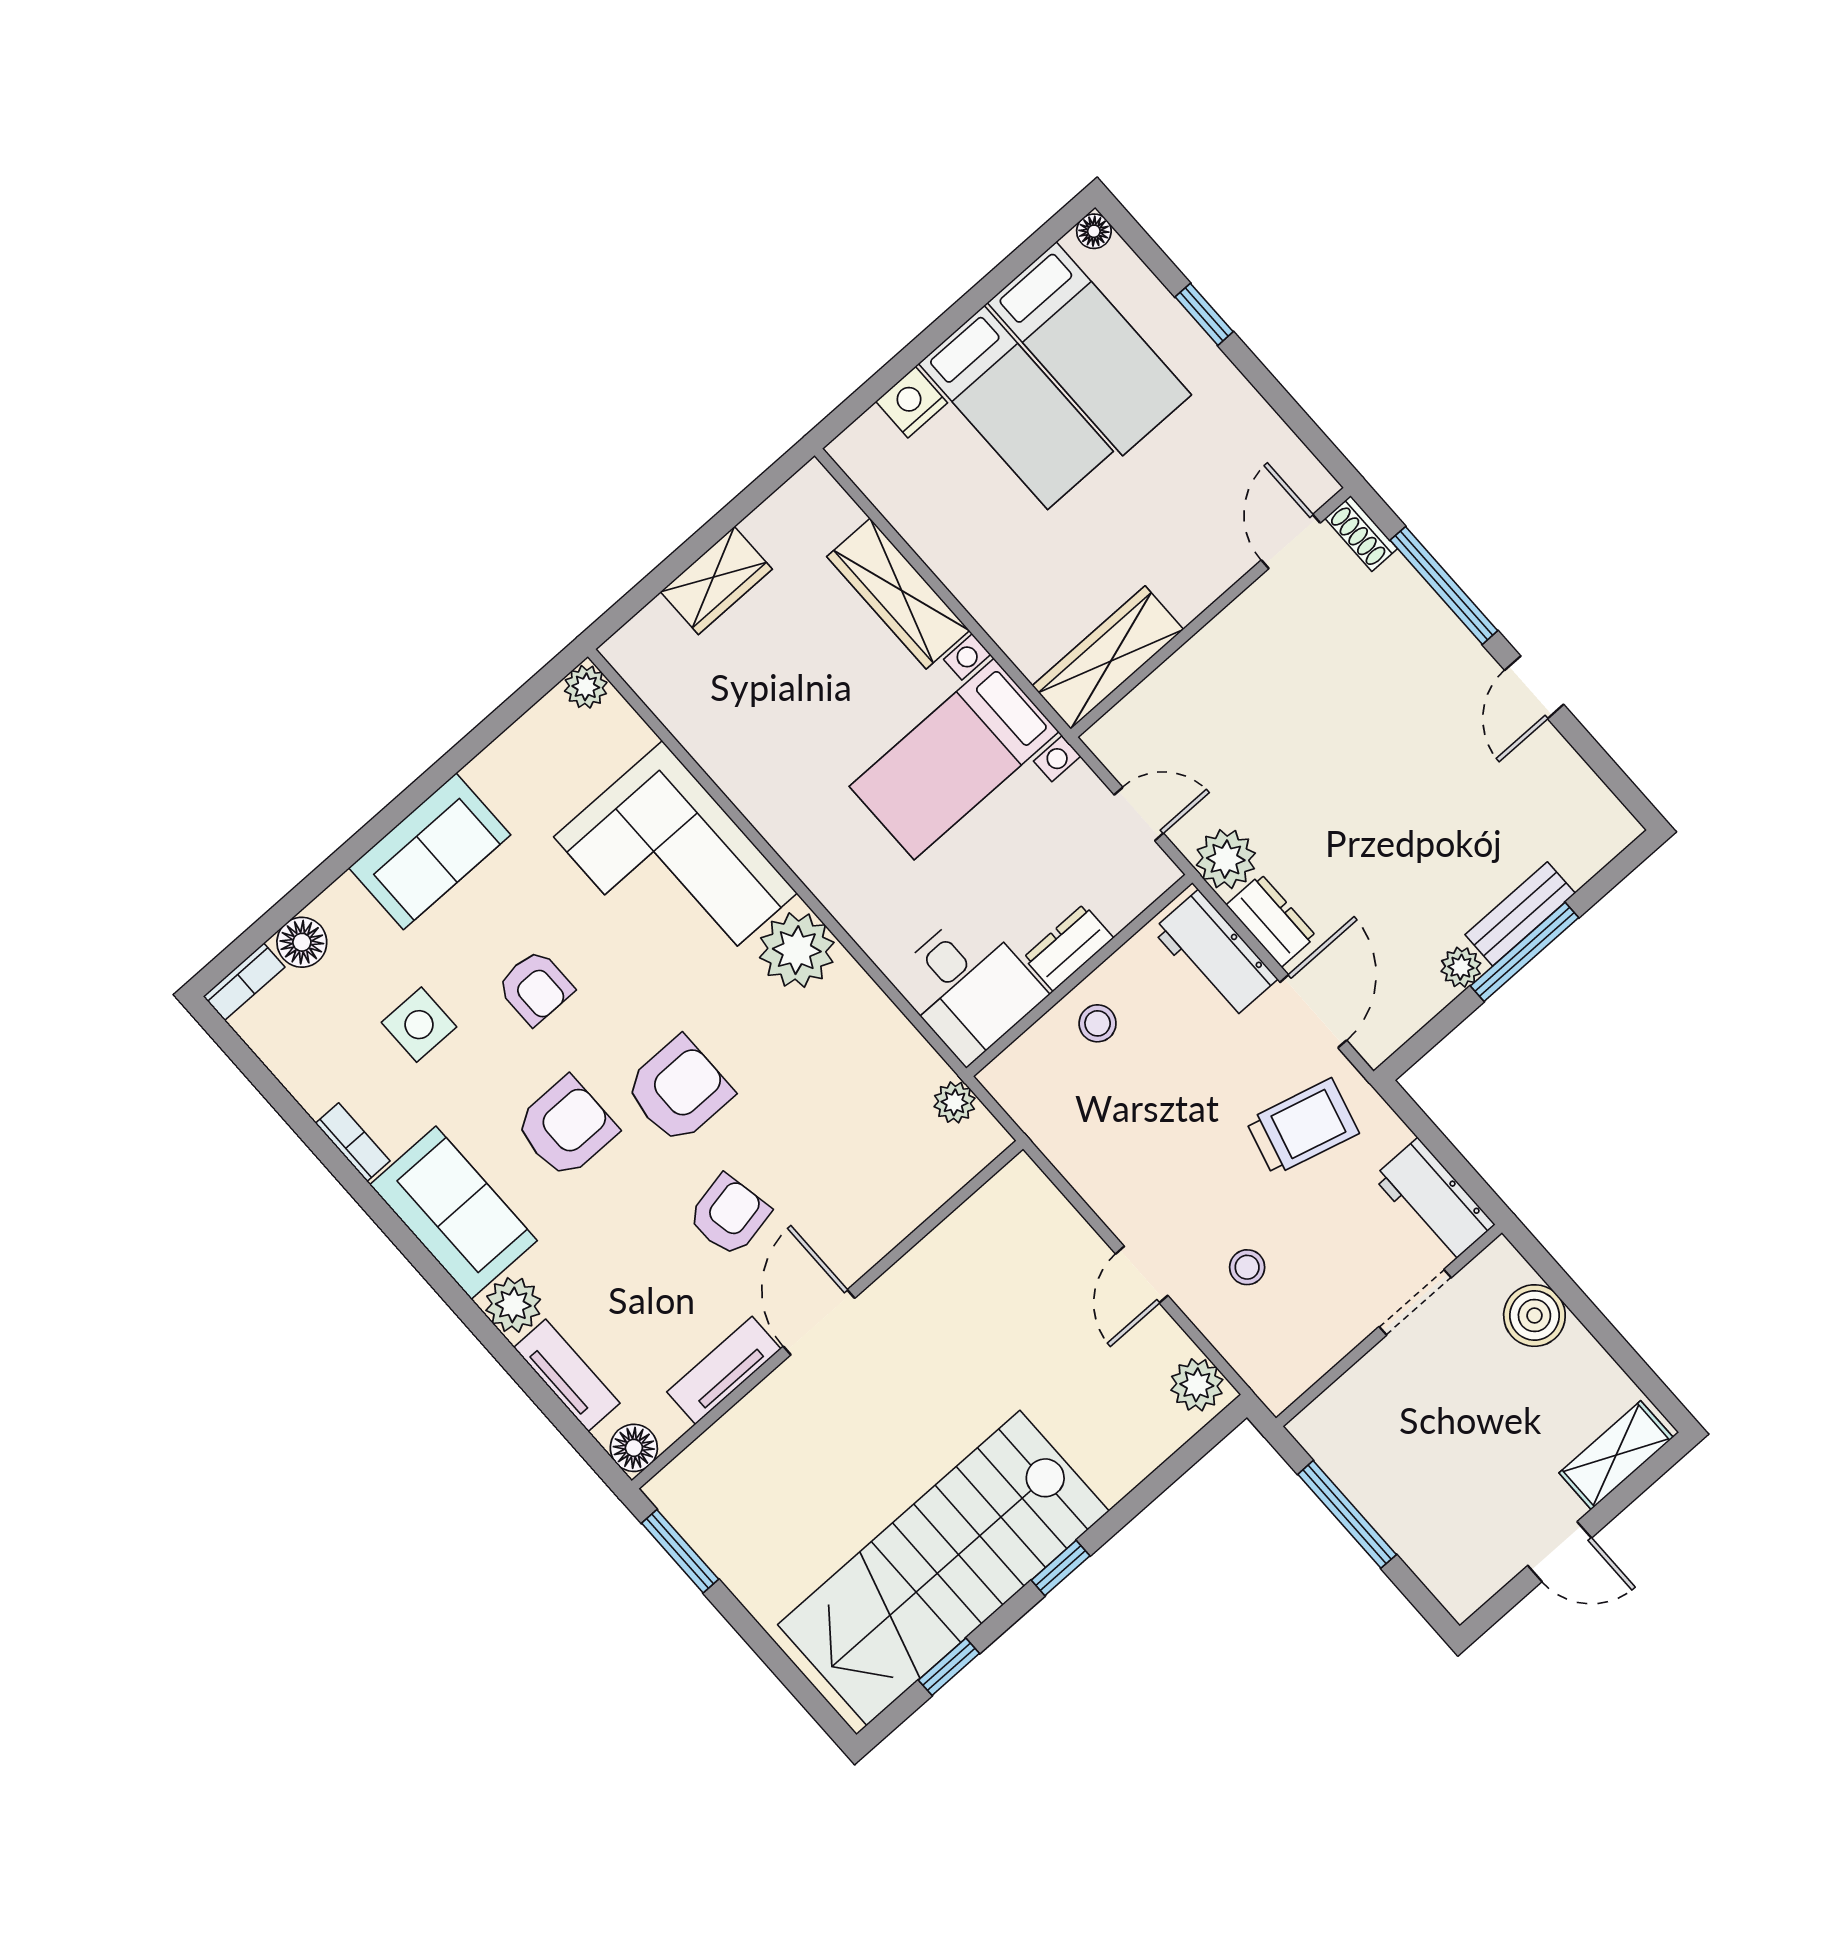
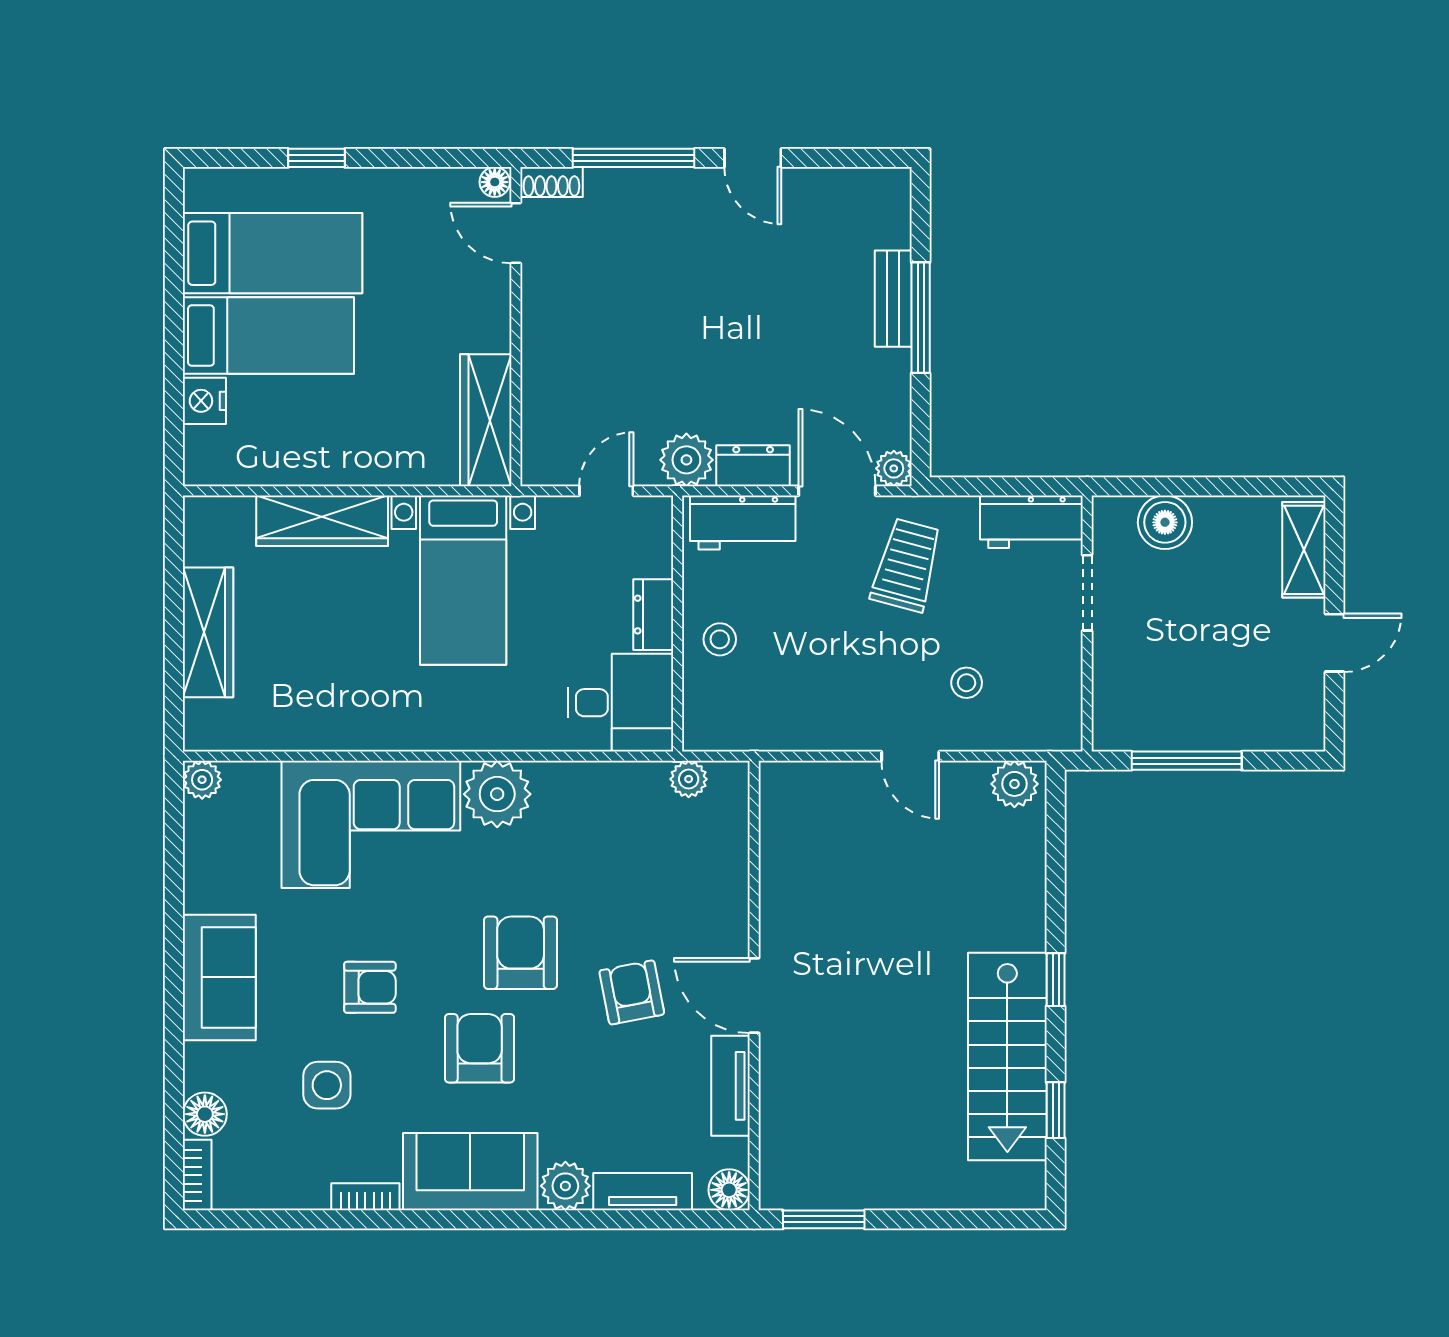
floor lamp: (1094, 231) -> (495, 182), moved
wardrobe: (716, 580) -> (208, 632), width x1.50
plant: (1461, 967) -> (894, 468), moved
stairs: (943, 1568) -> (1007, 1057), width x0.73, depth x0.66

